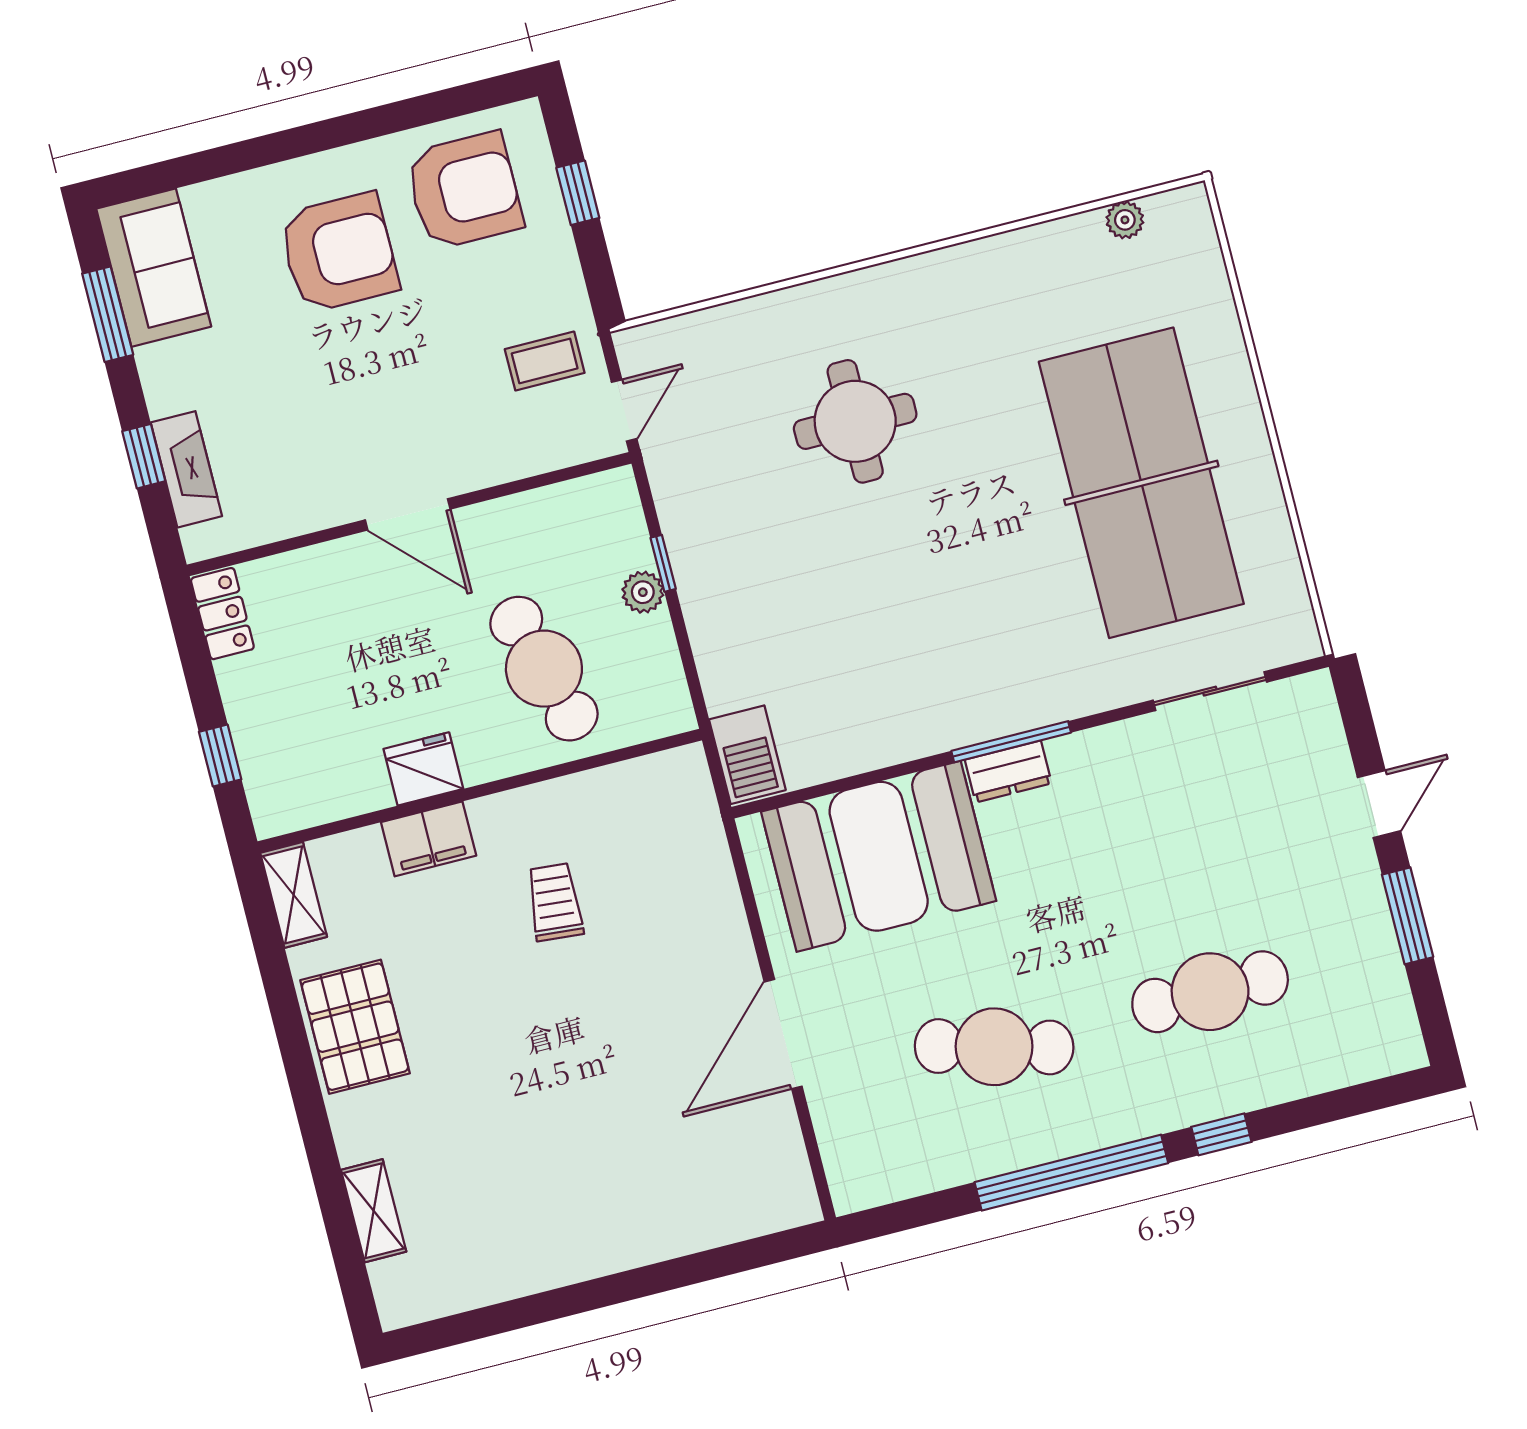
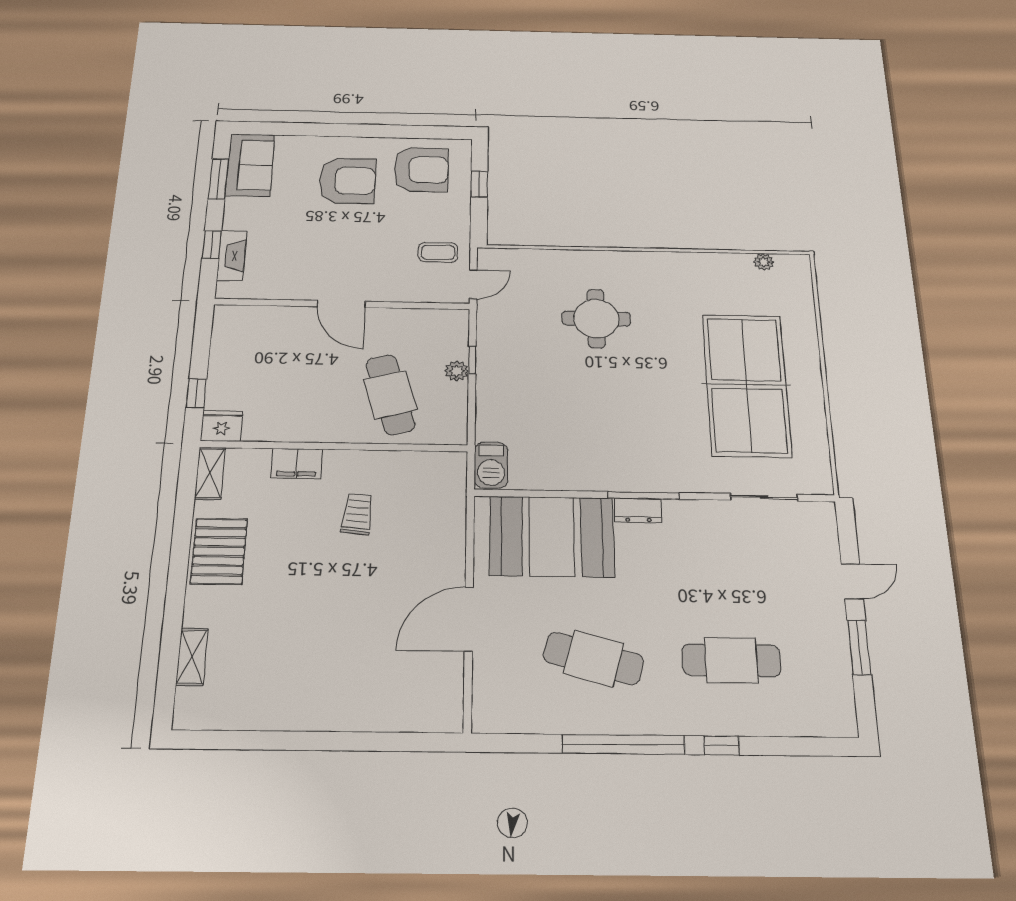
locker: (222, 614) -> (224, 326), removed
fridge: (423, 769) -> (222, 426), moved

